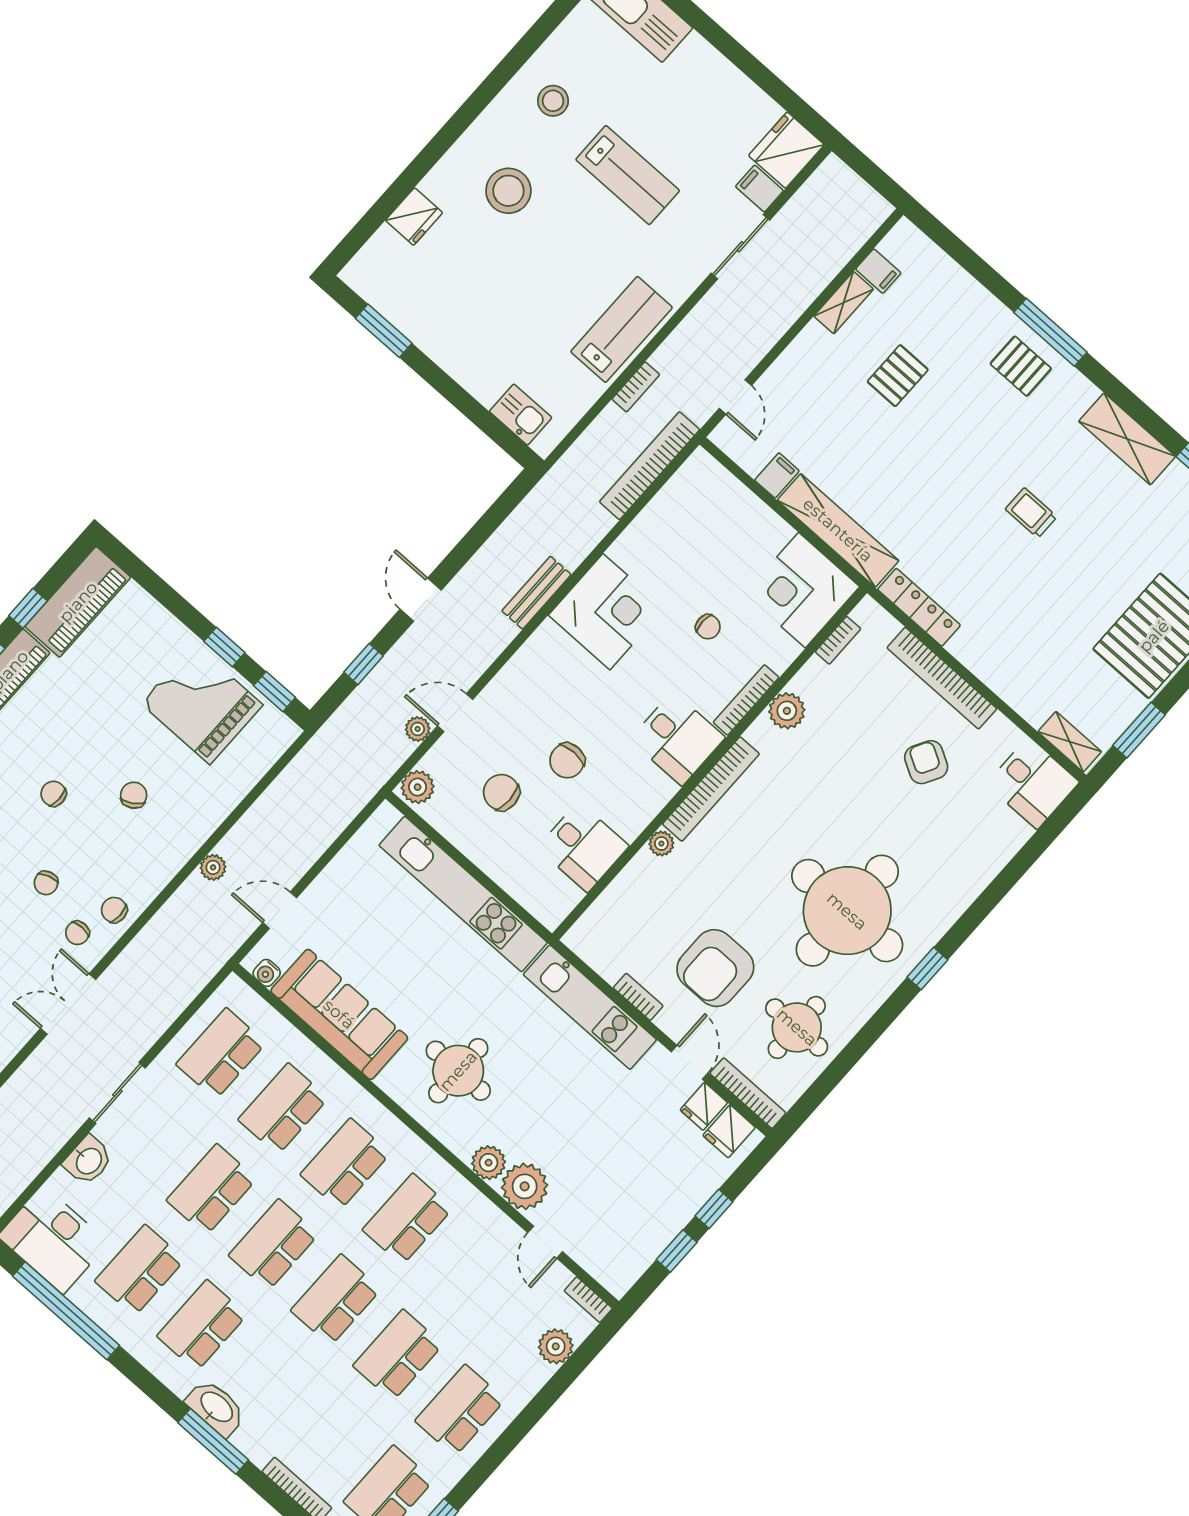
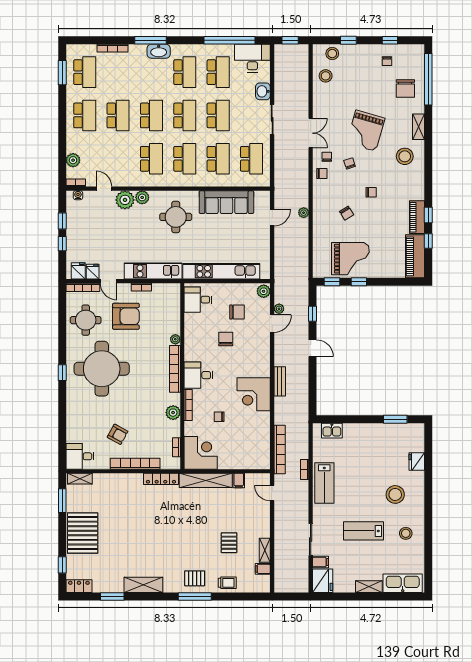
shelving: (710, 63) -> (369, 587), added
trolley: (1031, 513) -> (227, 583), moved
desk: (583, 847) -> (198, 300), moved
armchair: (715, 968) -> (126, 316), turned 90
water cooler: (267, 973) -> (78, 195), moved

